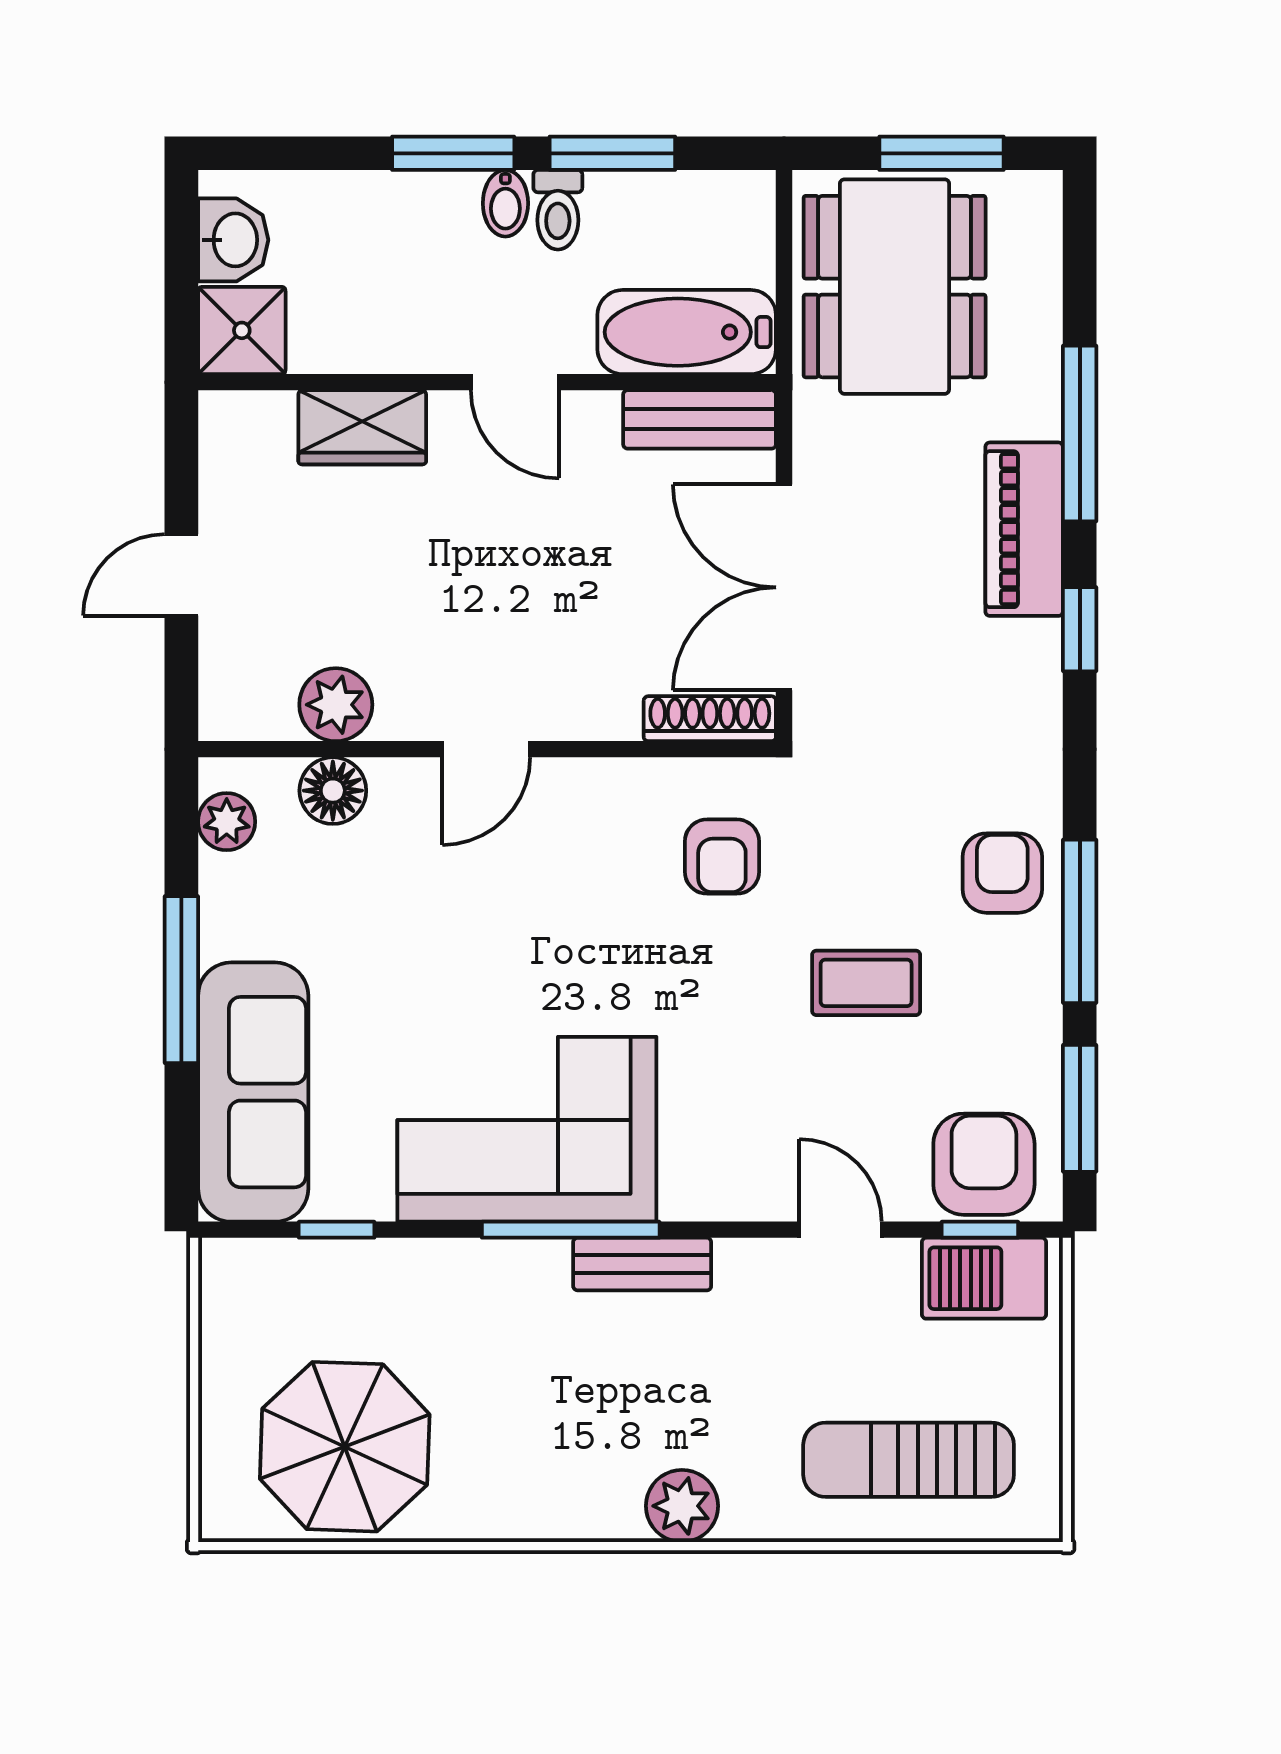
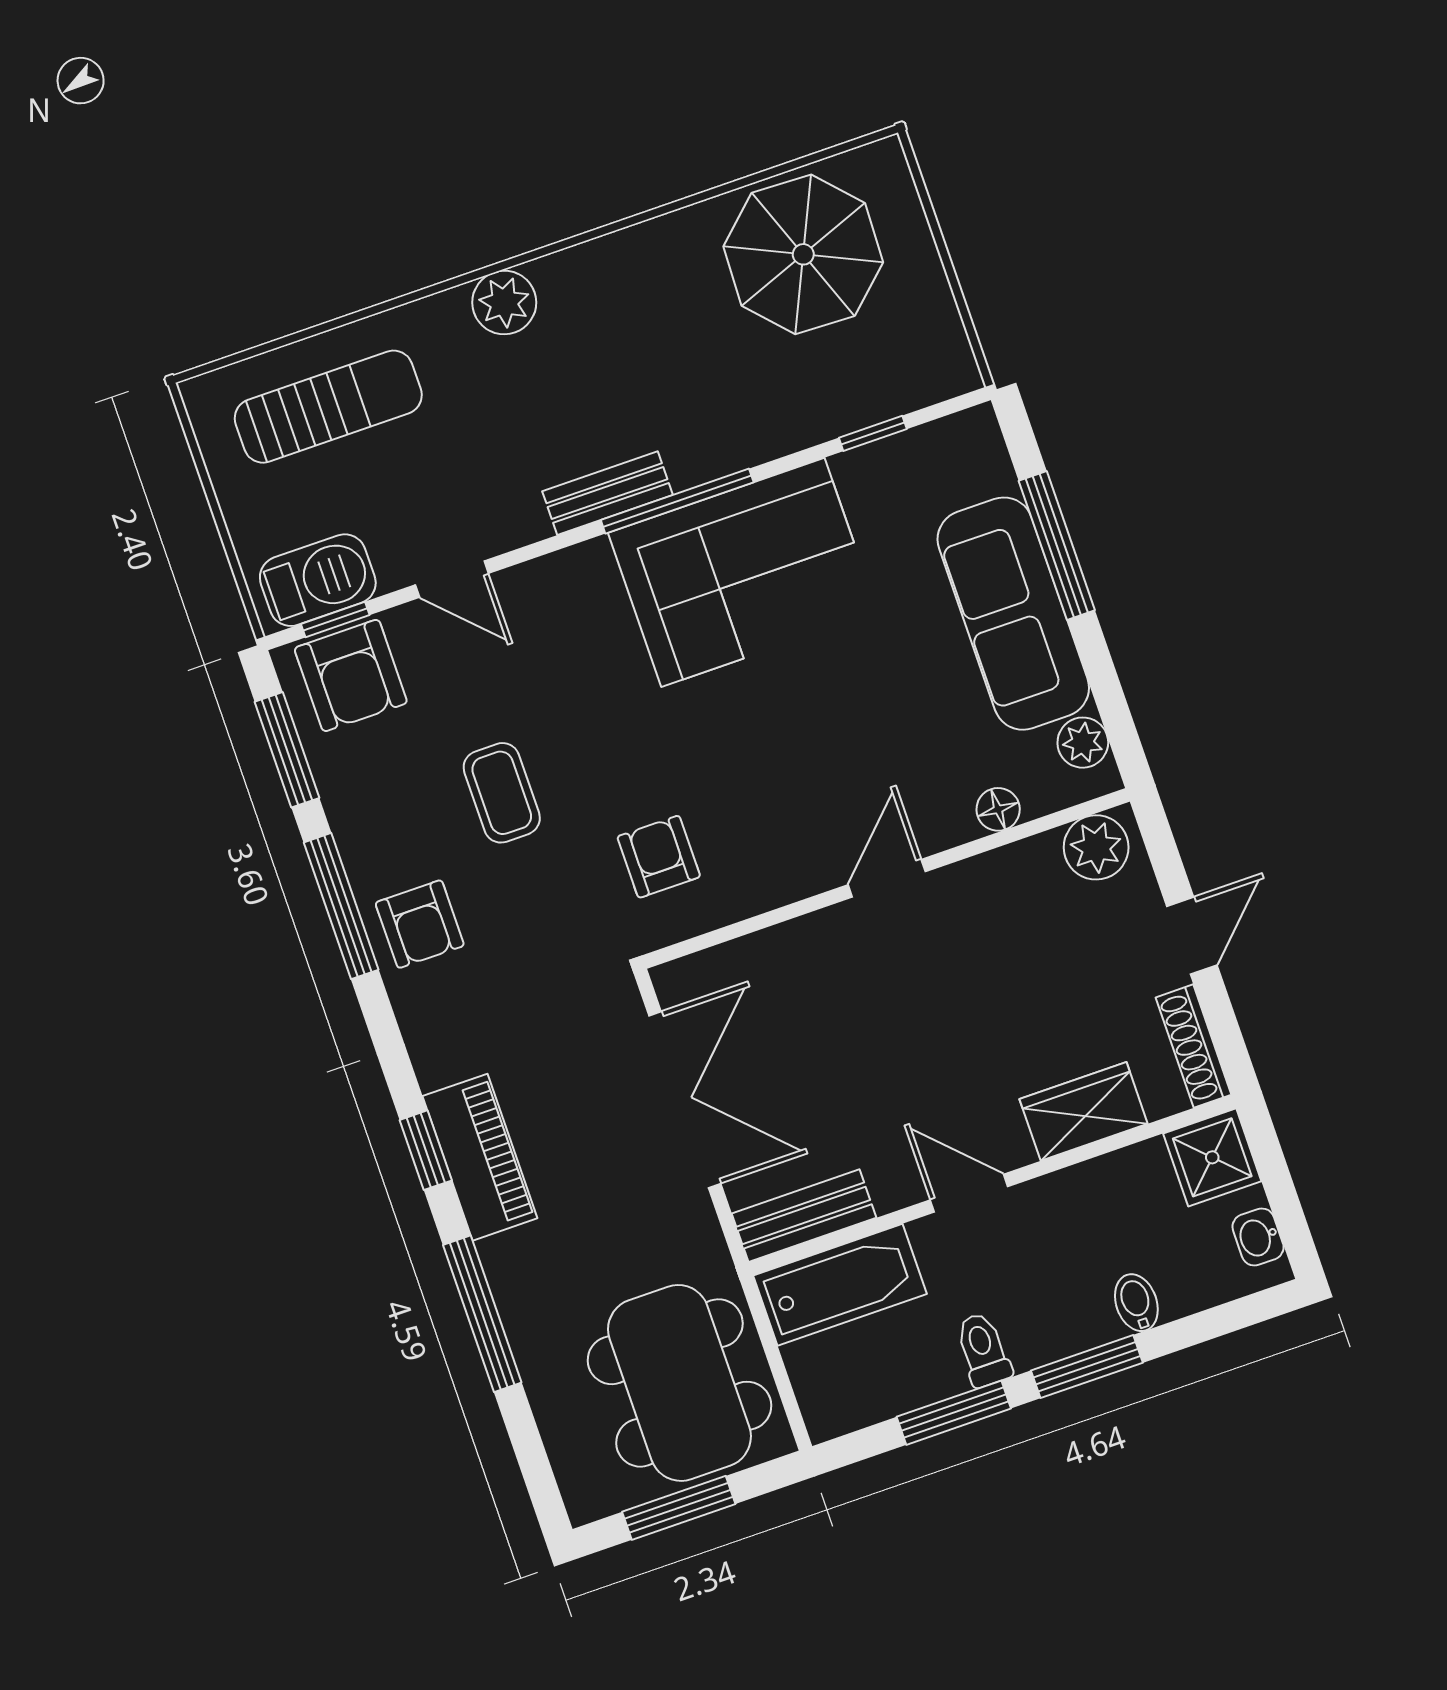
bidet: (505, 203) -> (1136, 1303), moved
washbasin: (233, 240) -> (1258, 1237), width x0.72, depth x0.69
piano: (1024, 529) -> (480, 1157), moved
plant: (336, 705) -> (1096, 847), moved
shoe rack: (710, 719) -> (1194, 1046), moved, turned 90
floor lamp: (333, 791) -> (998, 809), width x0.73, depth x0.73
window: (181, 980) -> (1057, 545), moved
coffee table: (866, 983) -> (502, 793), turned 90
sofa: (253, 1092) -> (1013, 614), moved

